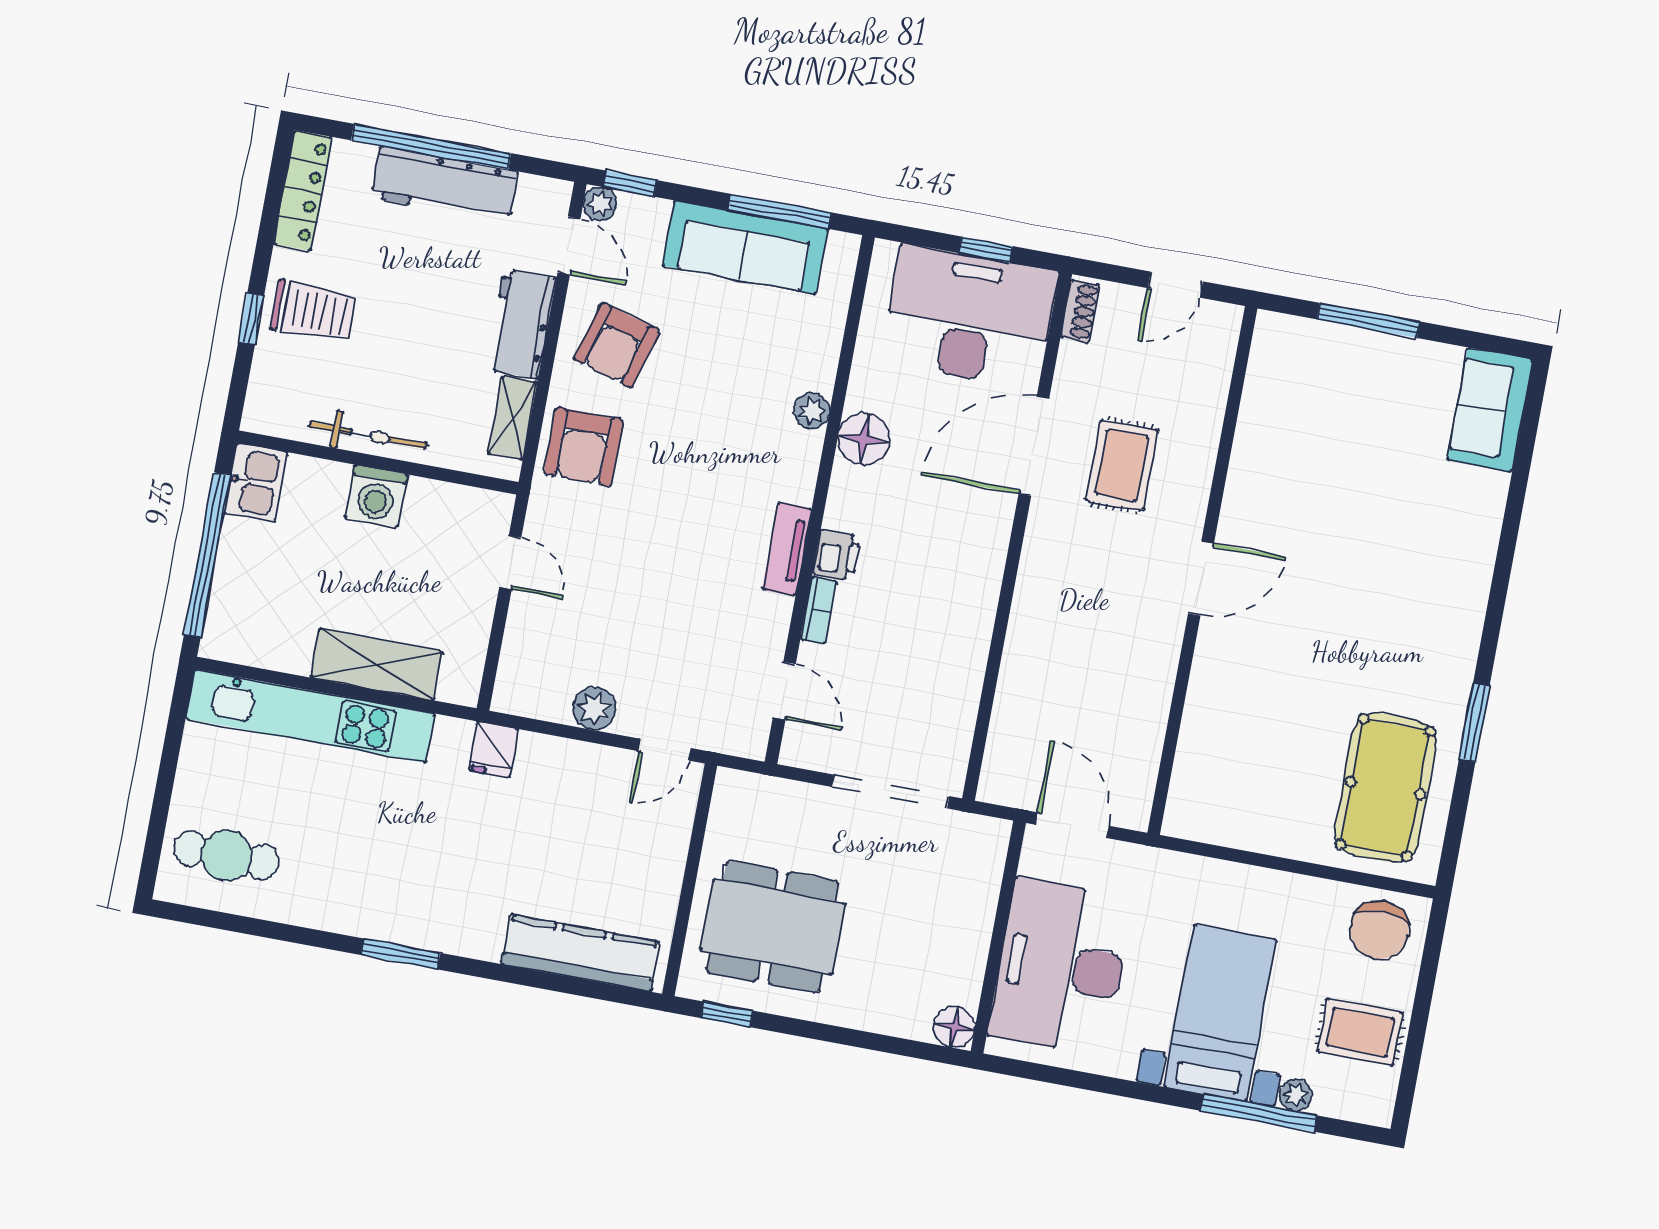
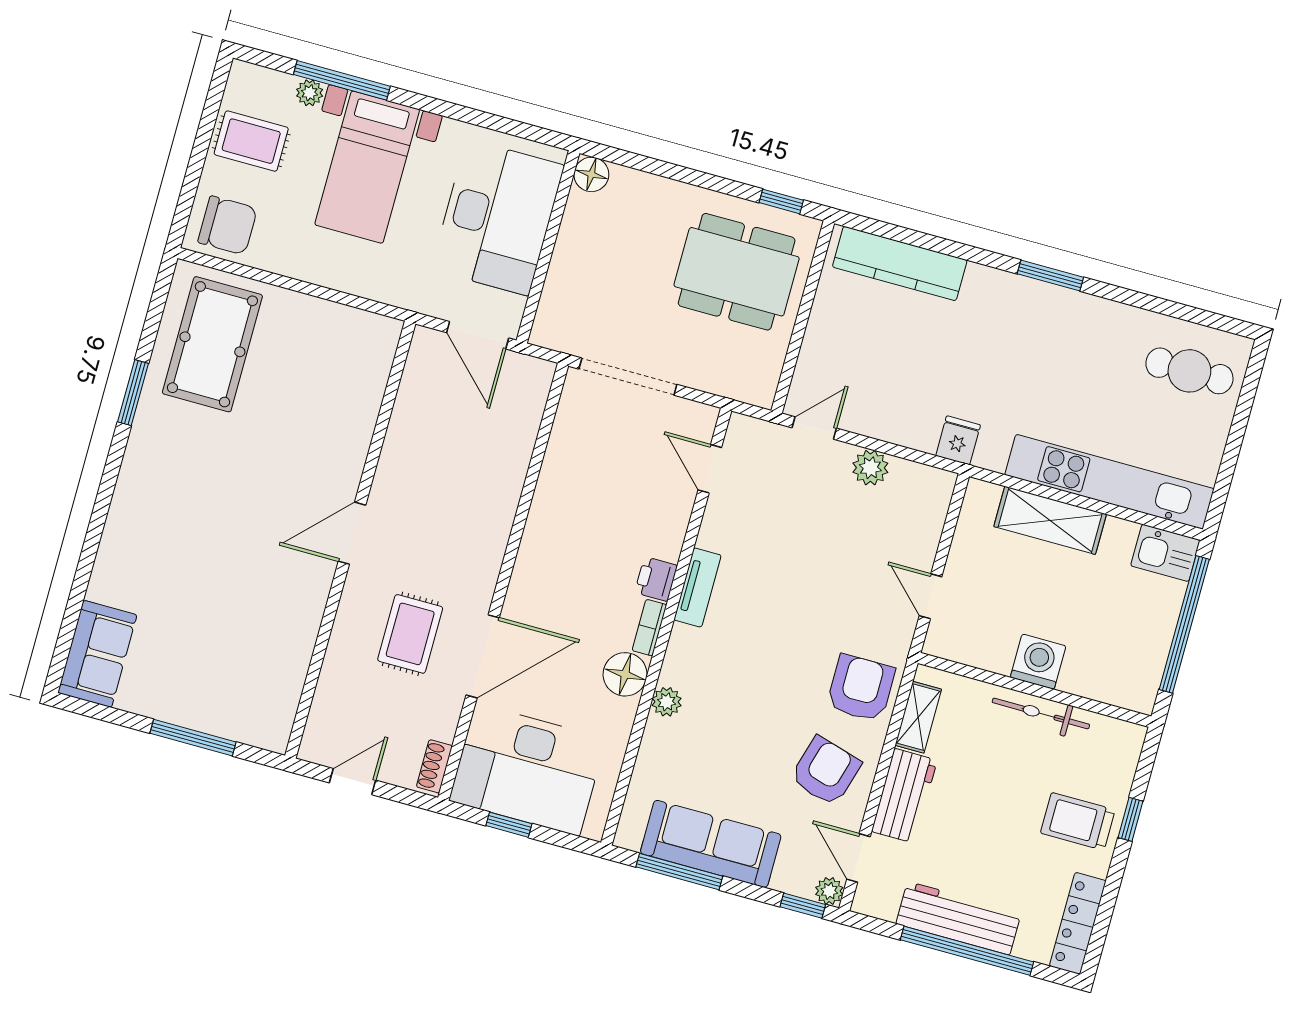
kitchen sink: (256, 483) -> (1165, 553), moved, turned -90
bookcase: (819, 610) -> (649, 628), moved
chair: (1379, 930) -> (228, 225), turned 90

